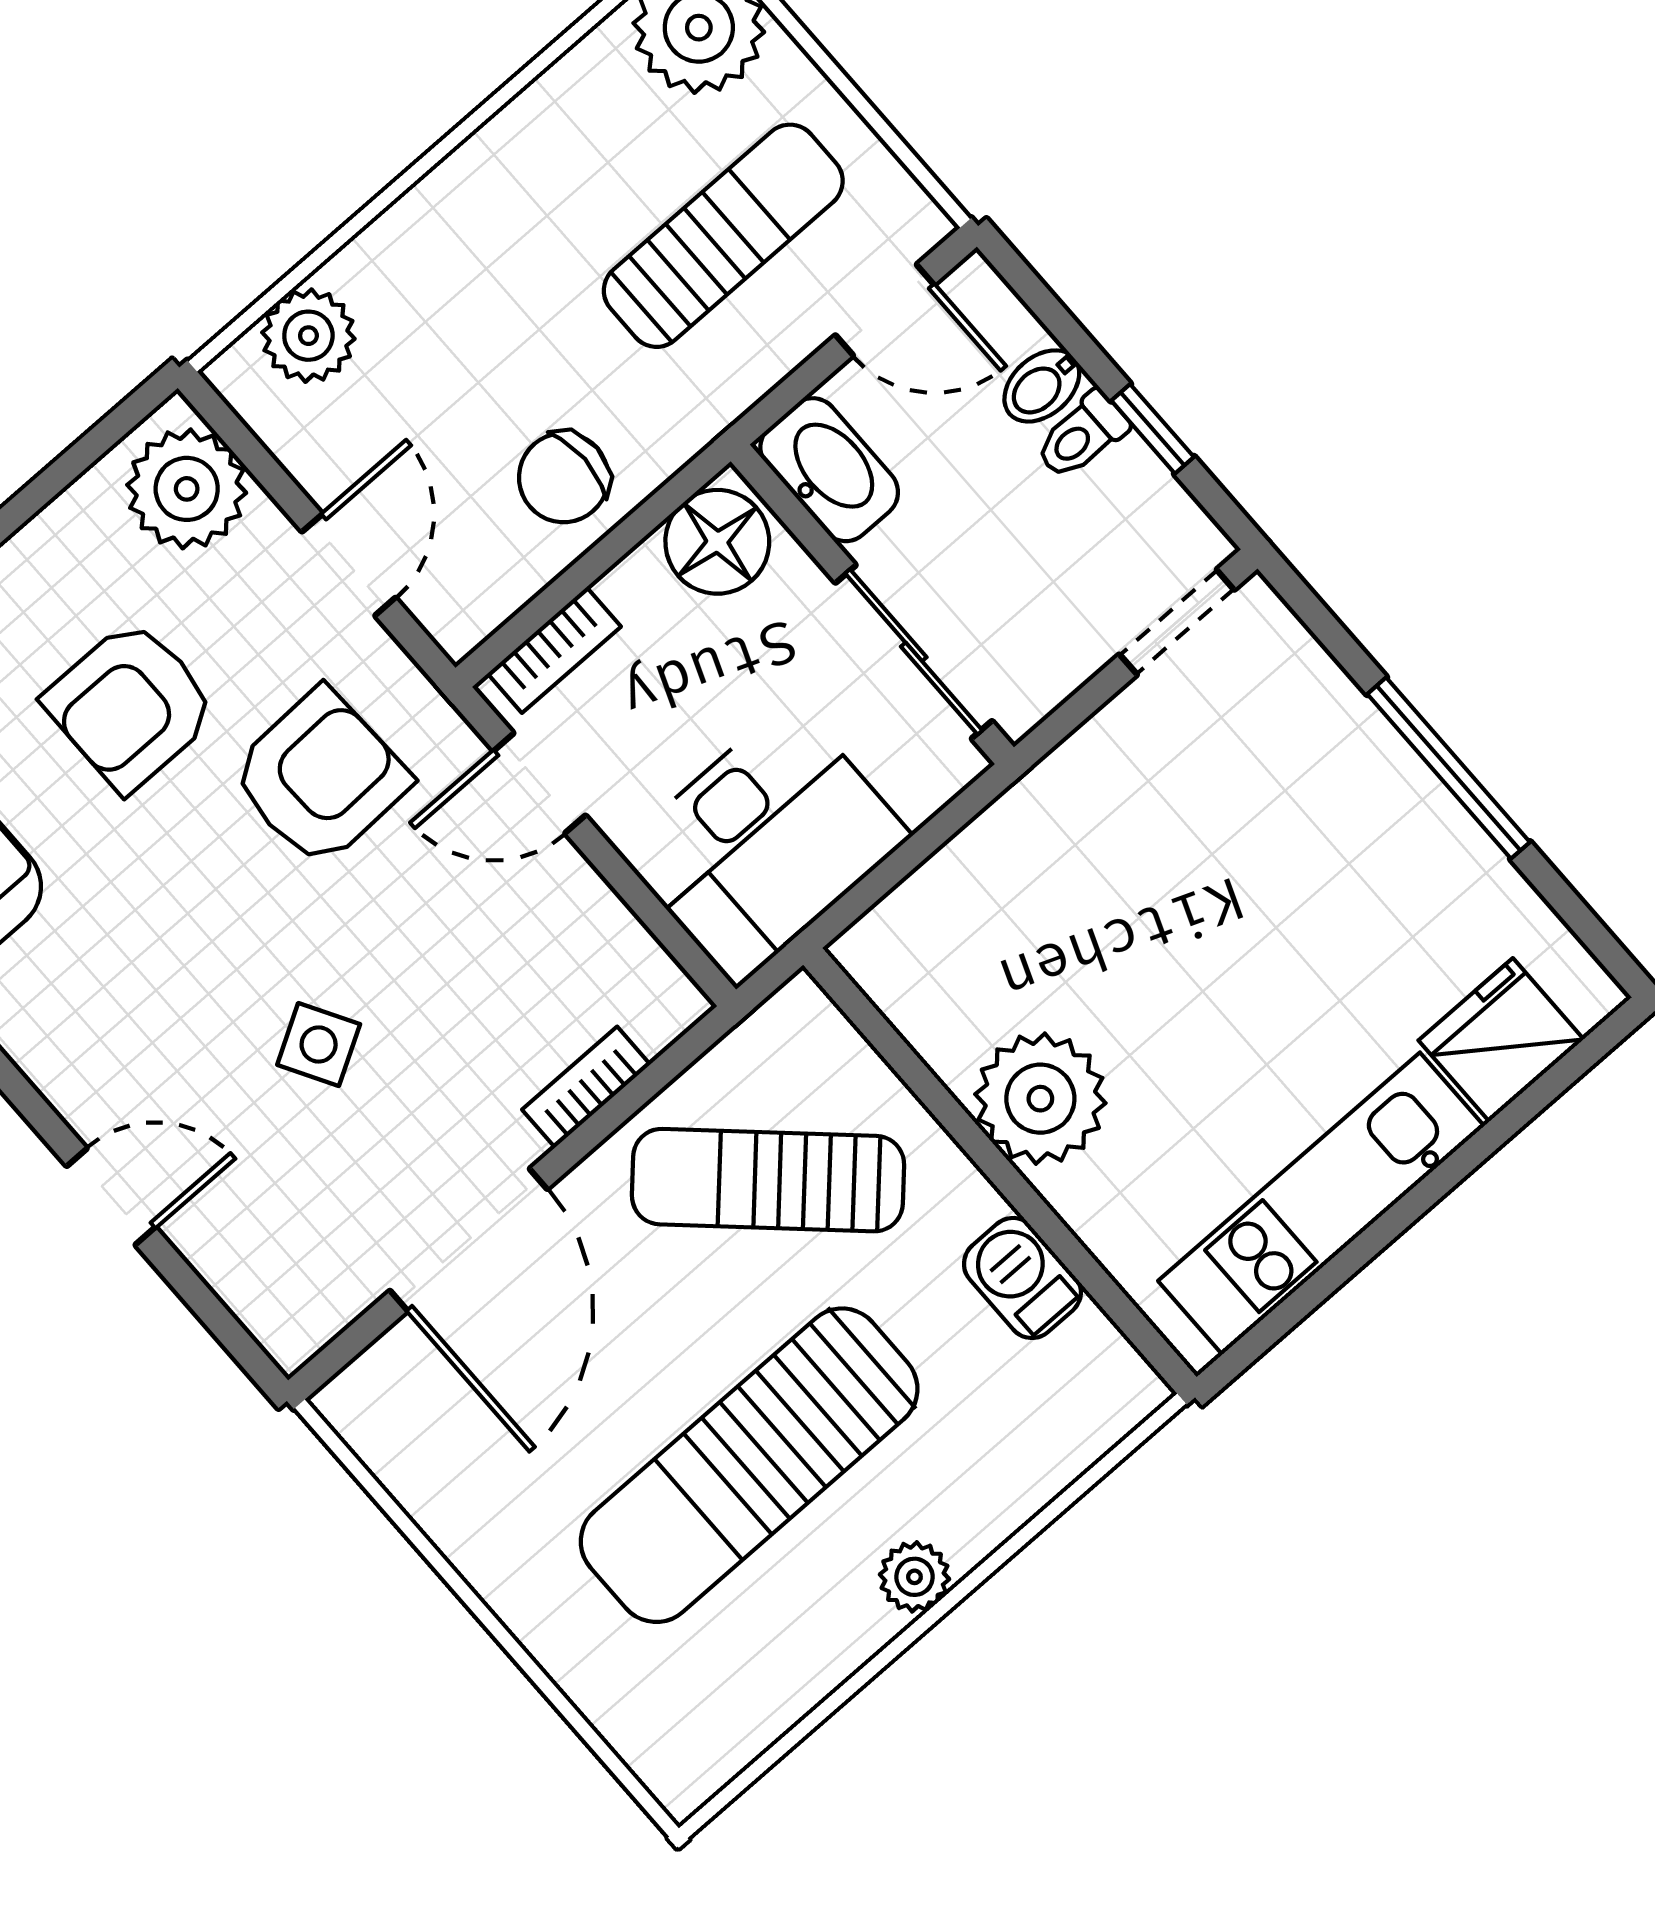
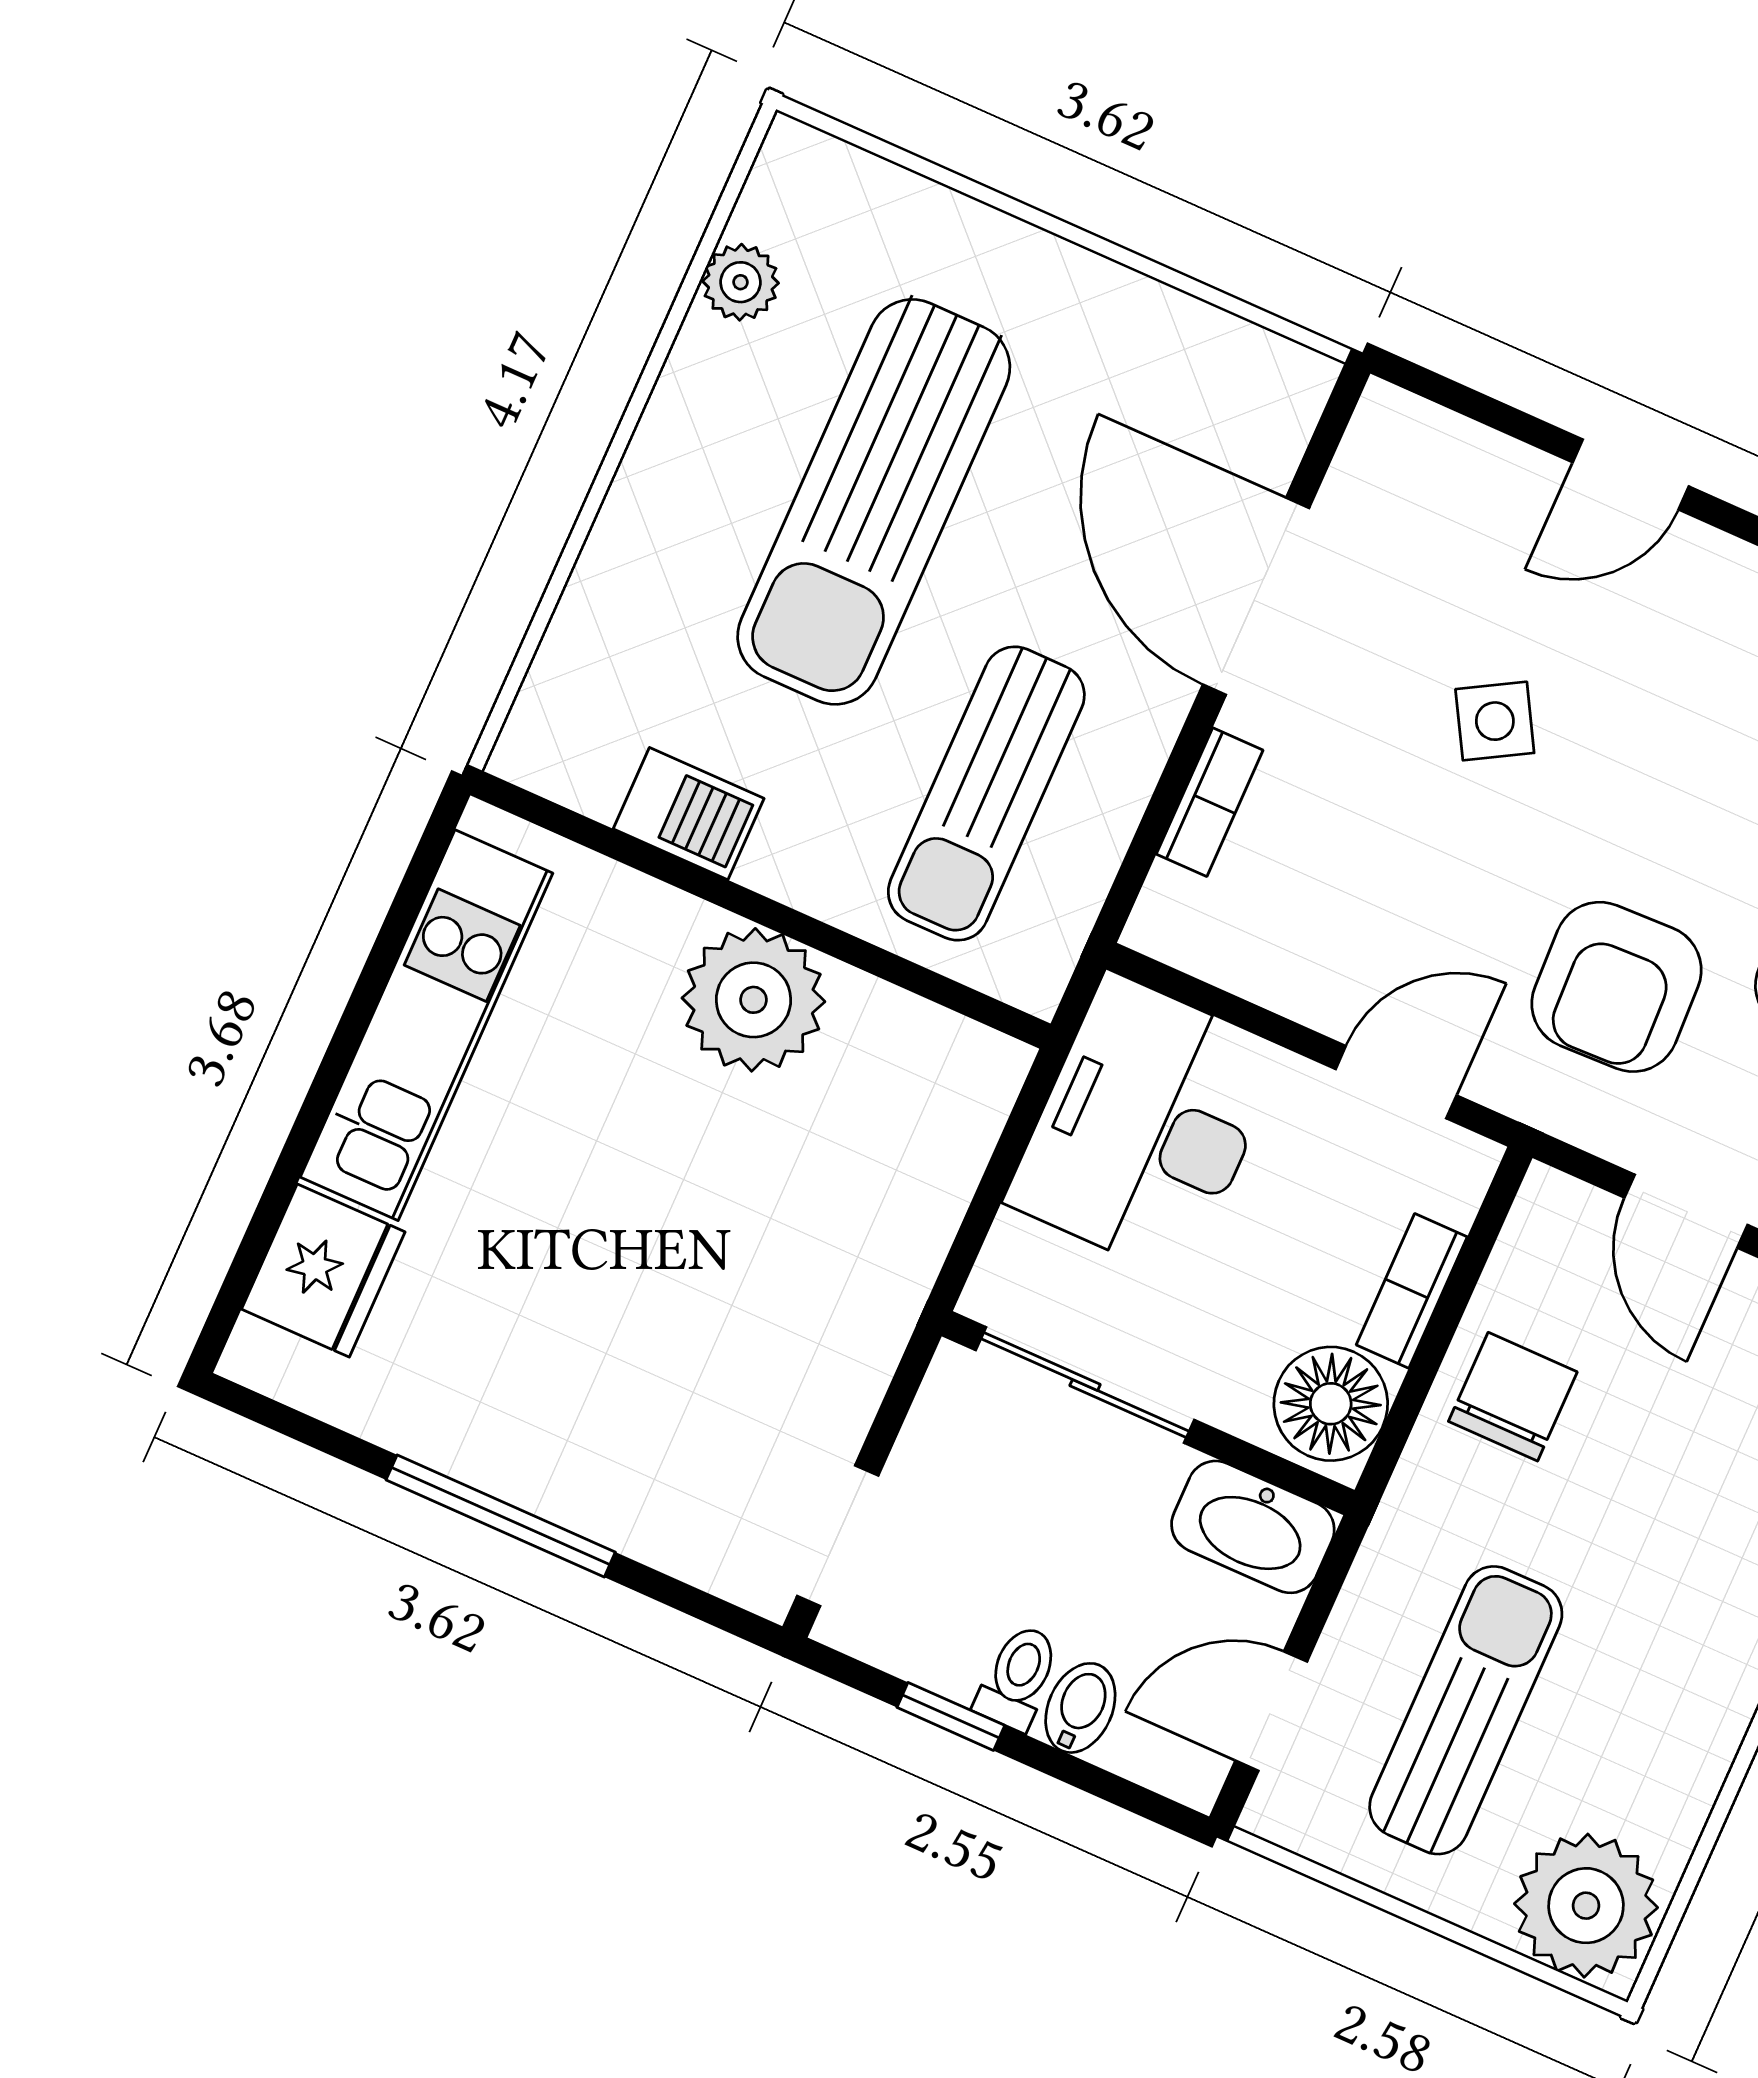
sun lounger: (723, 236) -> (1466, 1710), turned 180
bookcase: (554, 650) -> (1412, 1291), moved
sun lounger: (768, 1180) -> (986, 794), turned 137
sun lounger: (749, 1465) -> (874, 502), turned 180
plant: (914, 1577) -> (741, 282), moved

